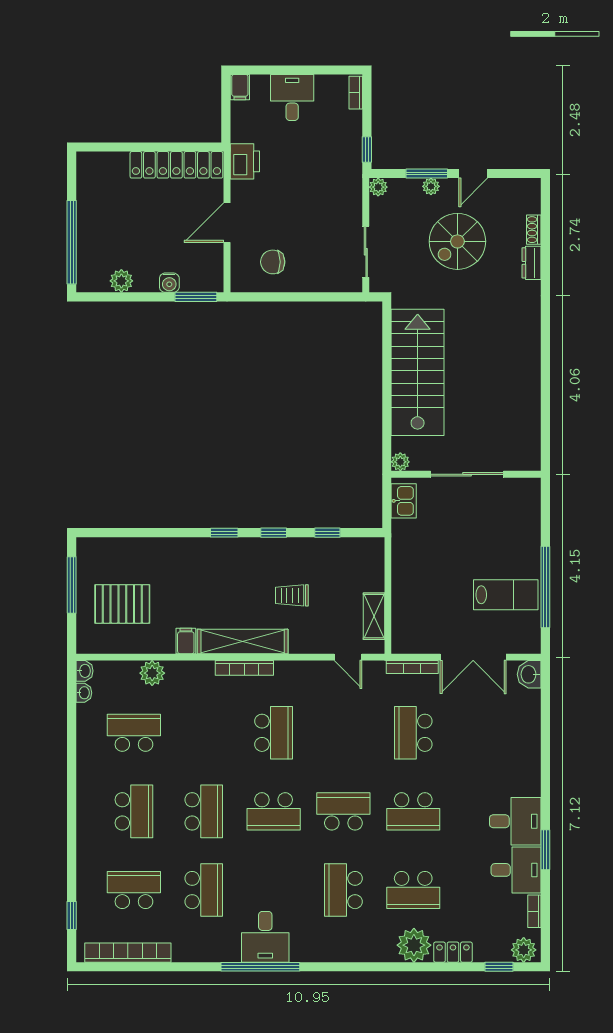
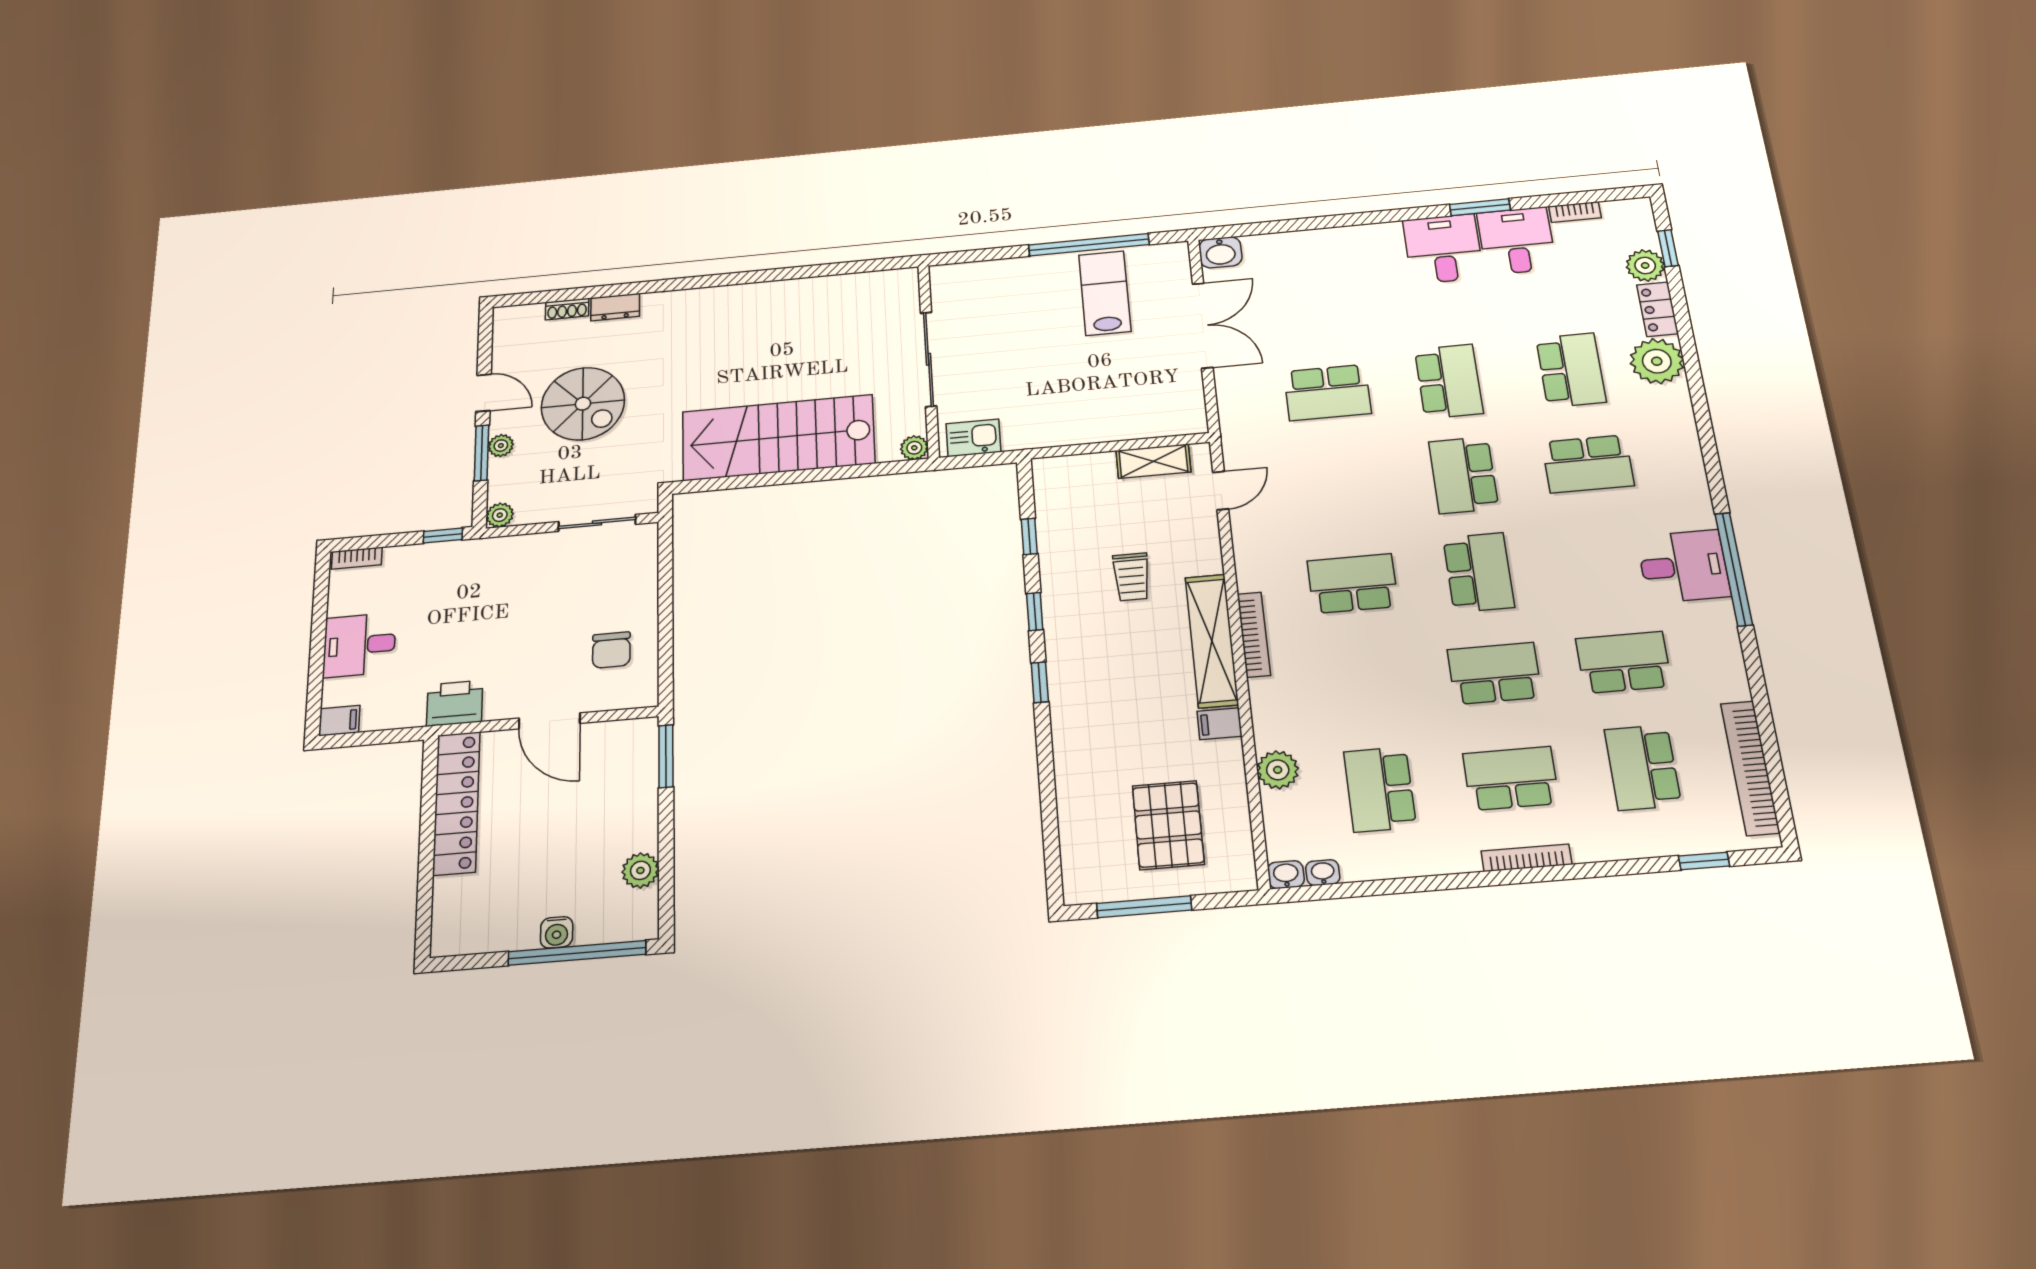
water cooler: (169, 283) -> (557, 932), moved, turned 90
bookcase: (412, 667) -> (1526, 858), moved, turned -90
plant: (524, 950) -> (1645, 265), moved

